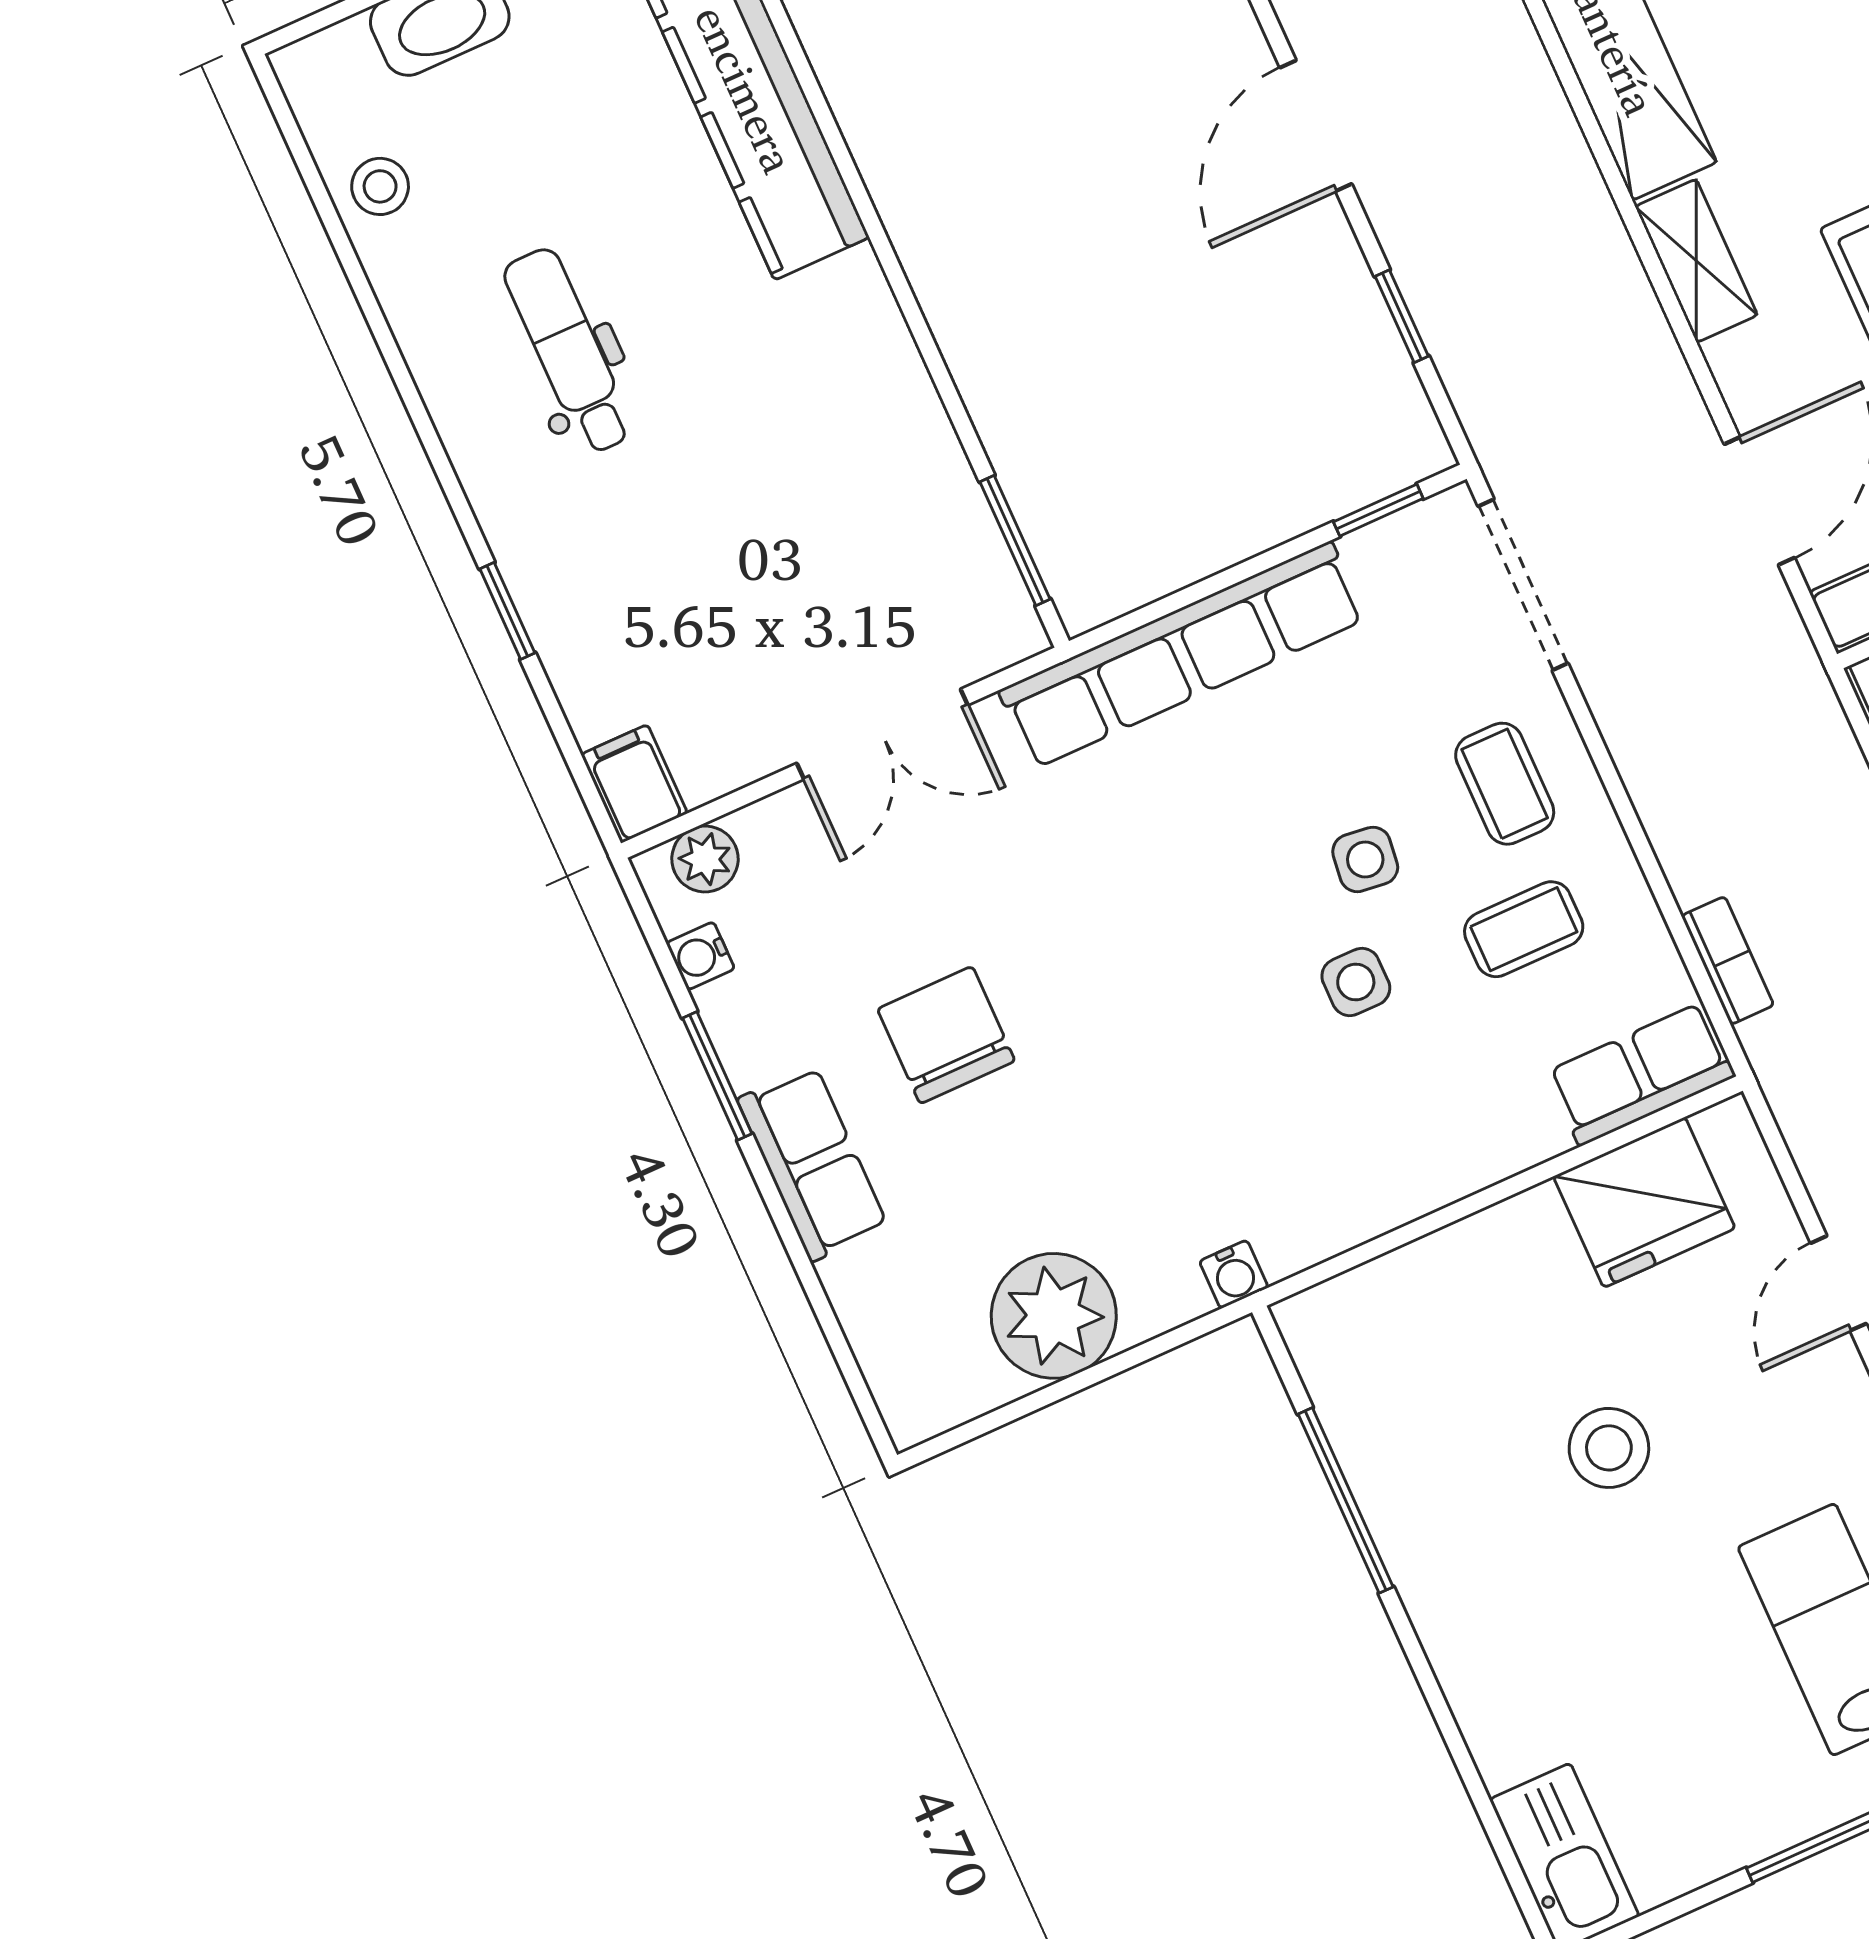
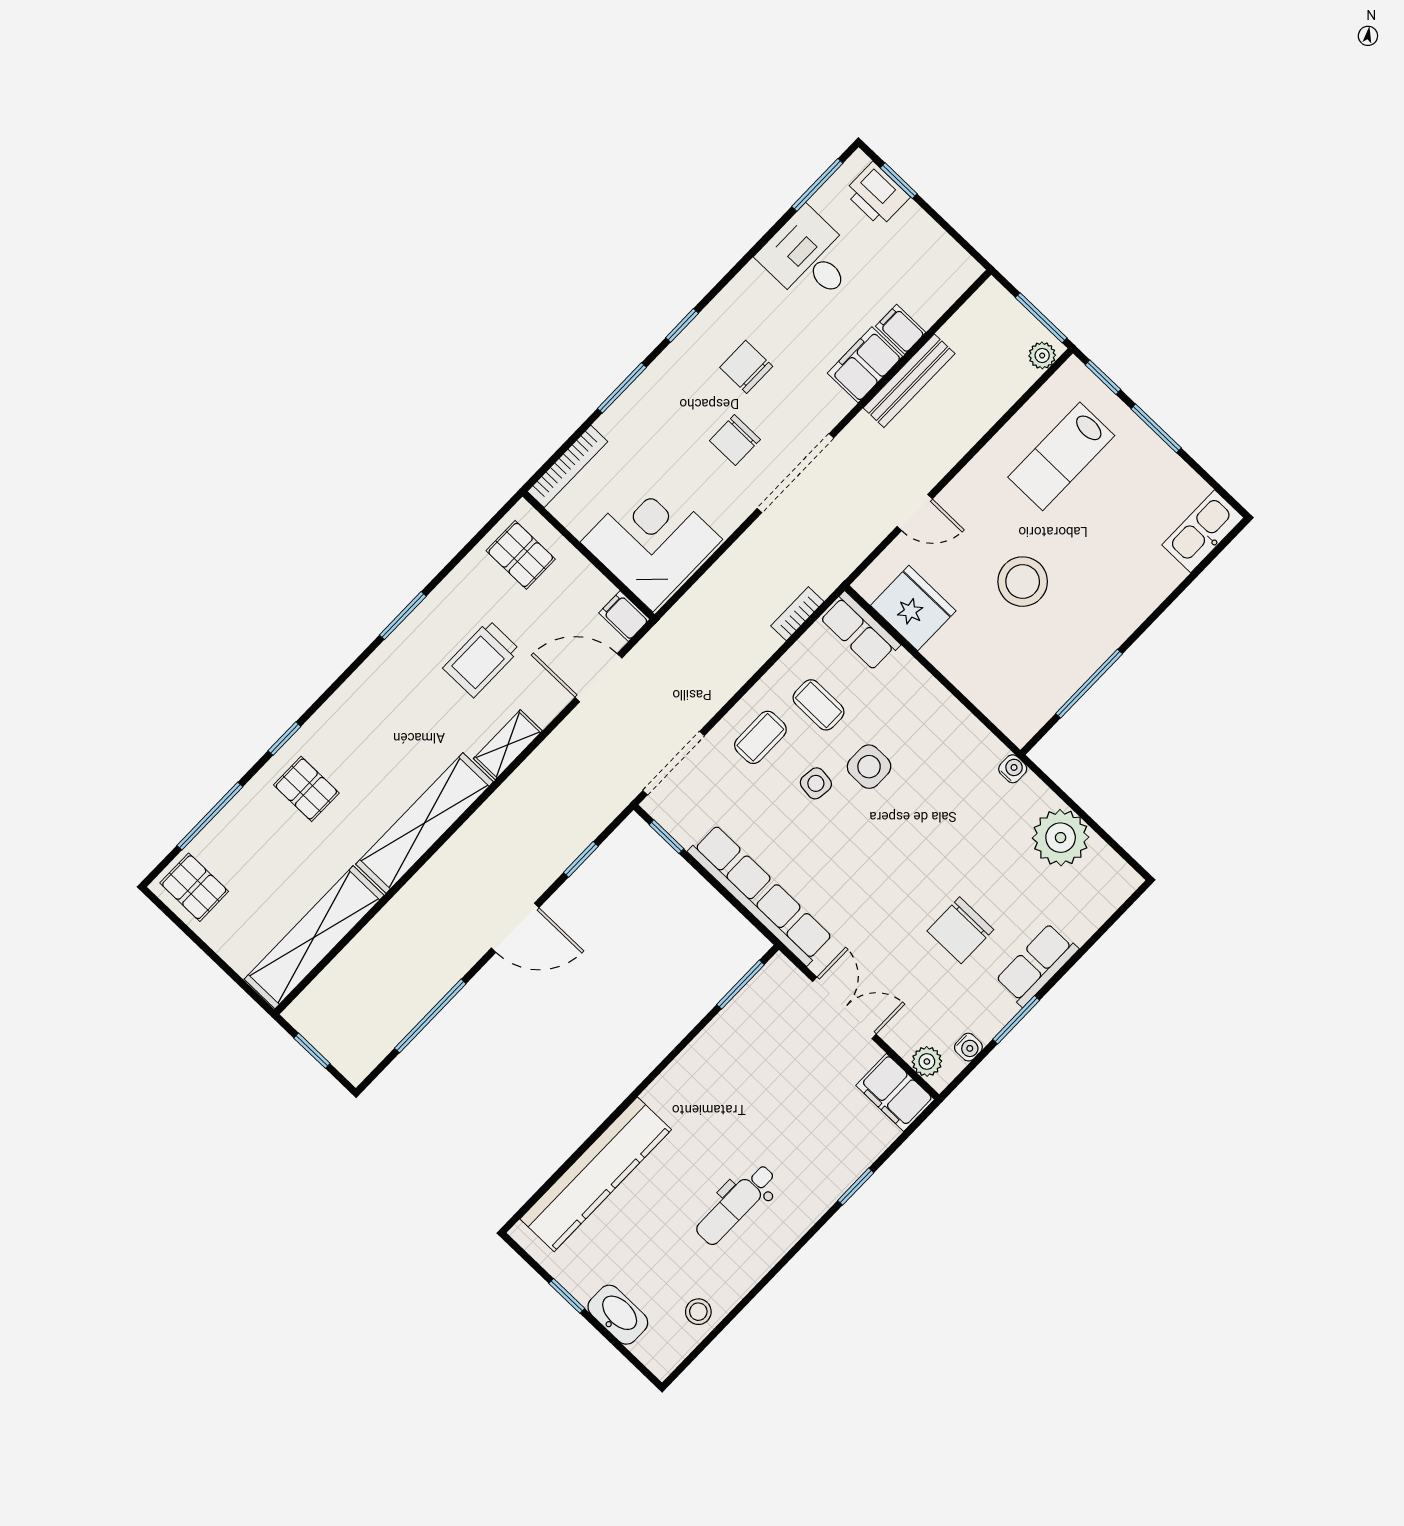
filing cabinet: (634, 784) -> (895, 1092), width x2.00
side table: (1356, 982) -> (869, 767), width x1.37, depth x1.37
stool: (1609, 1448) -> (1023, 582), width x1.38, depth x1.38

